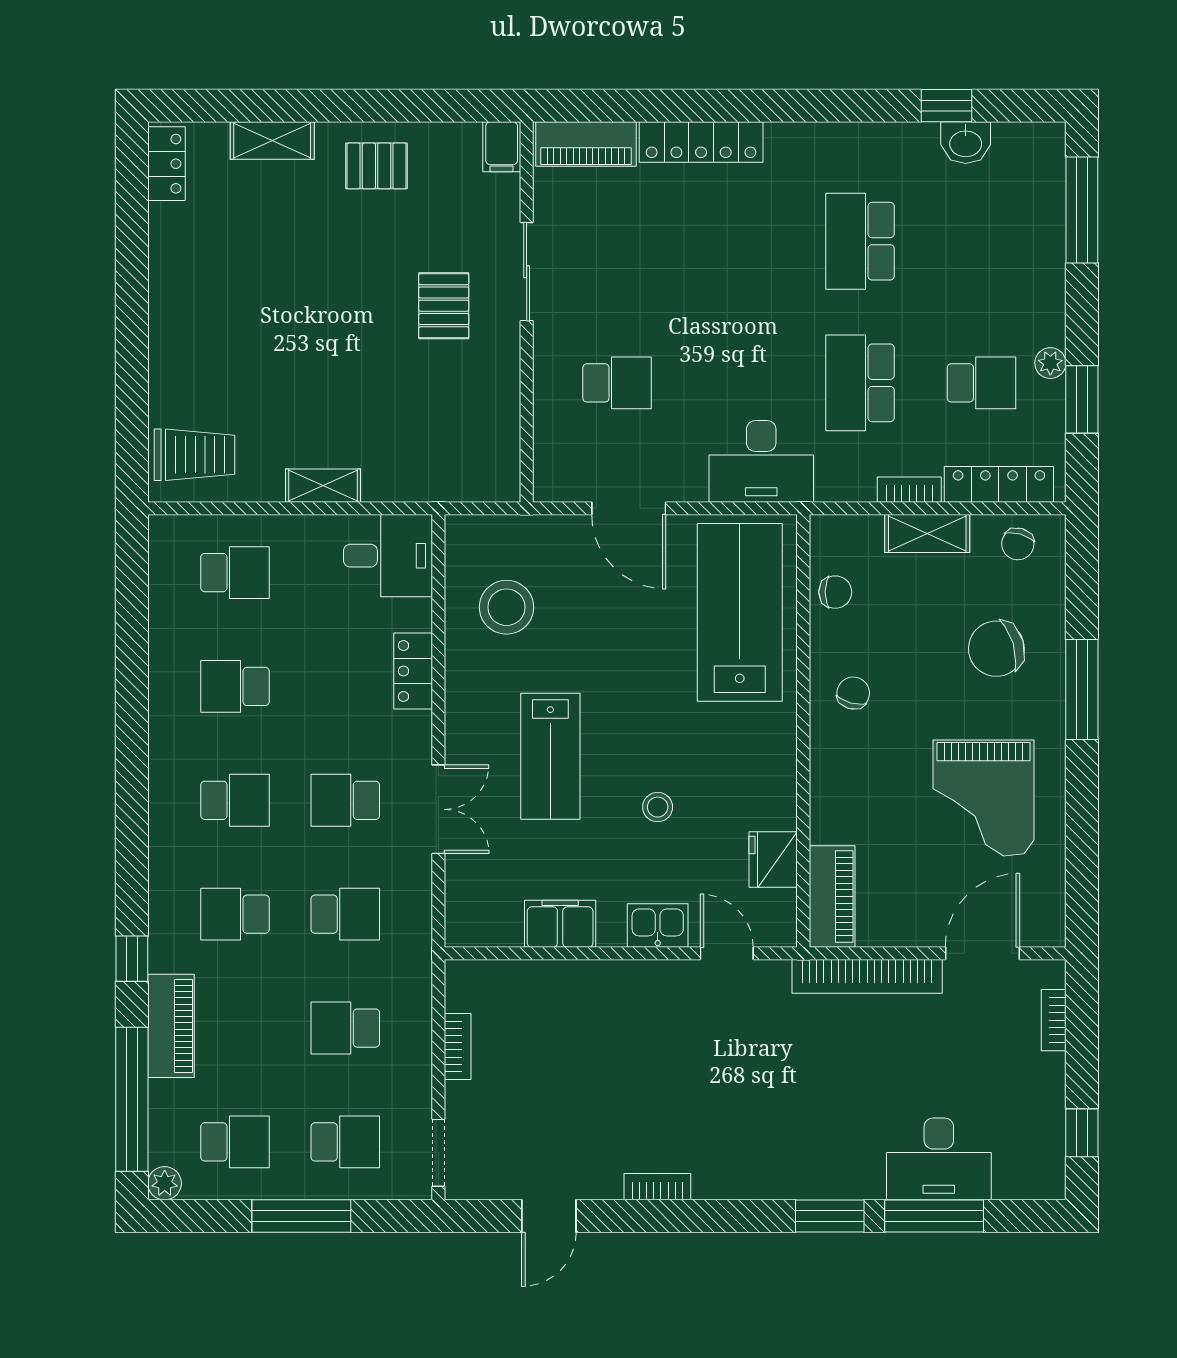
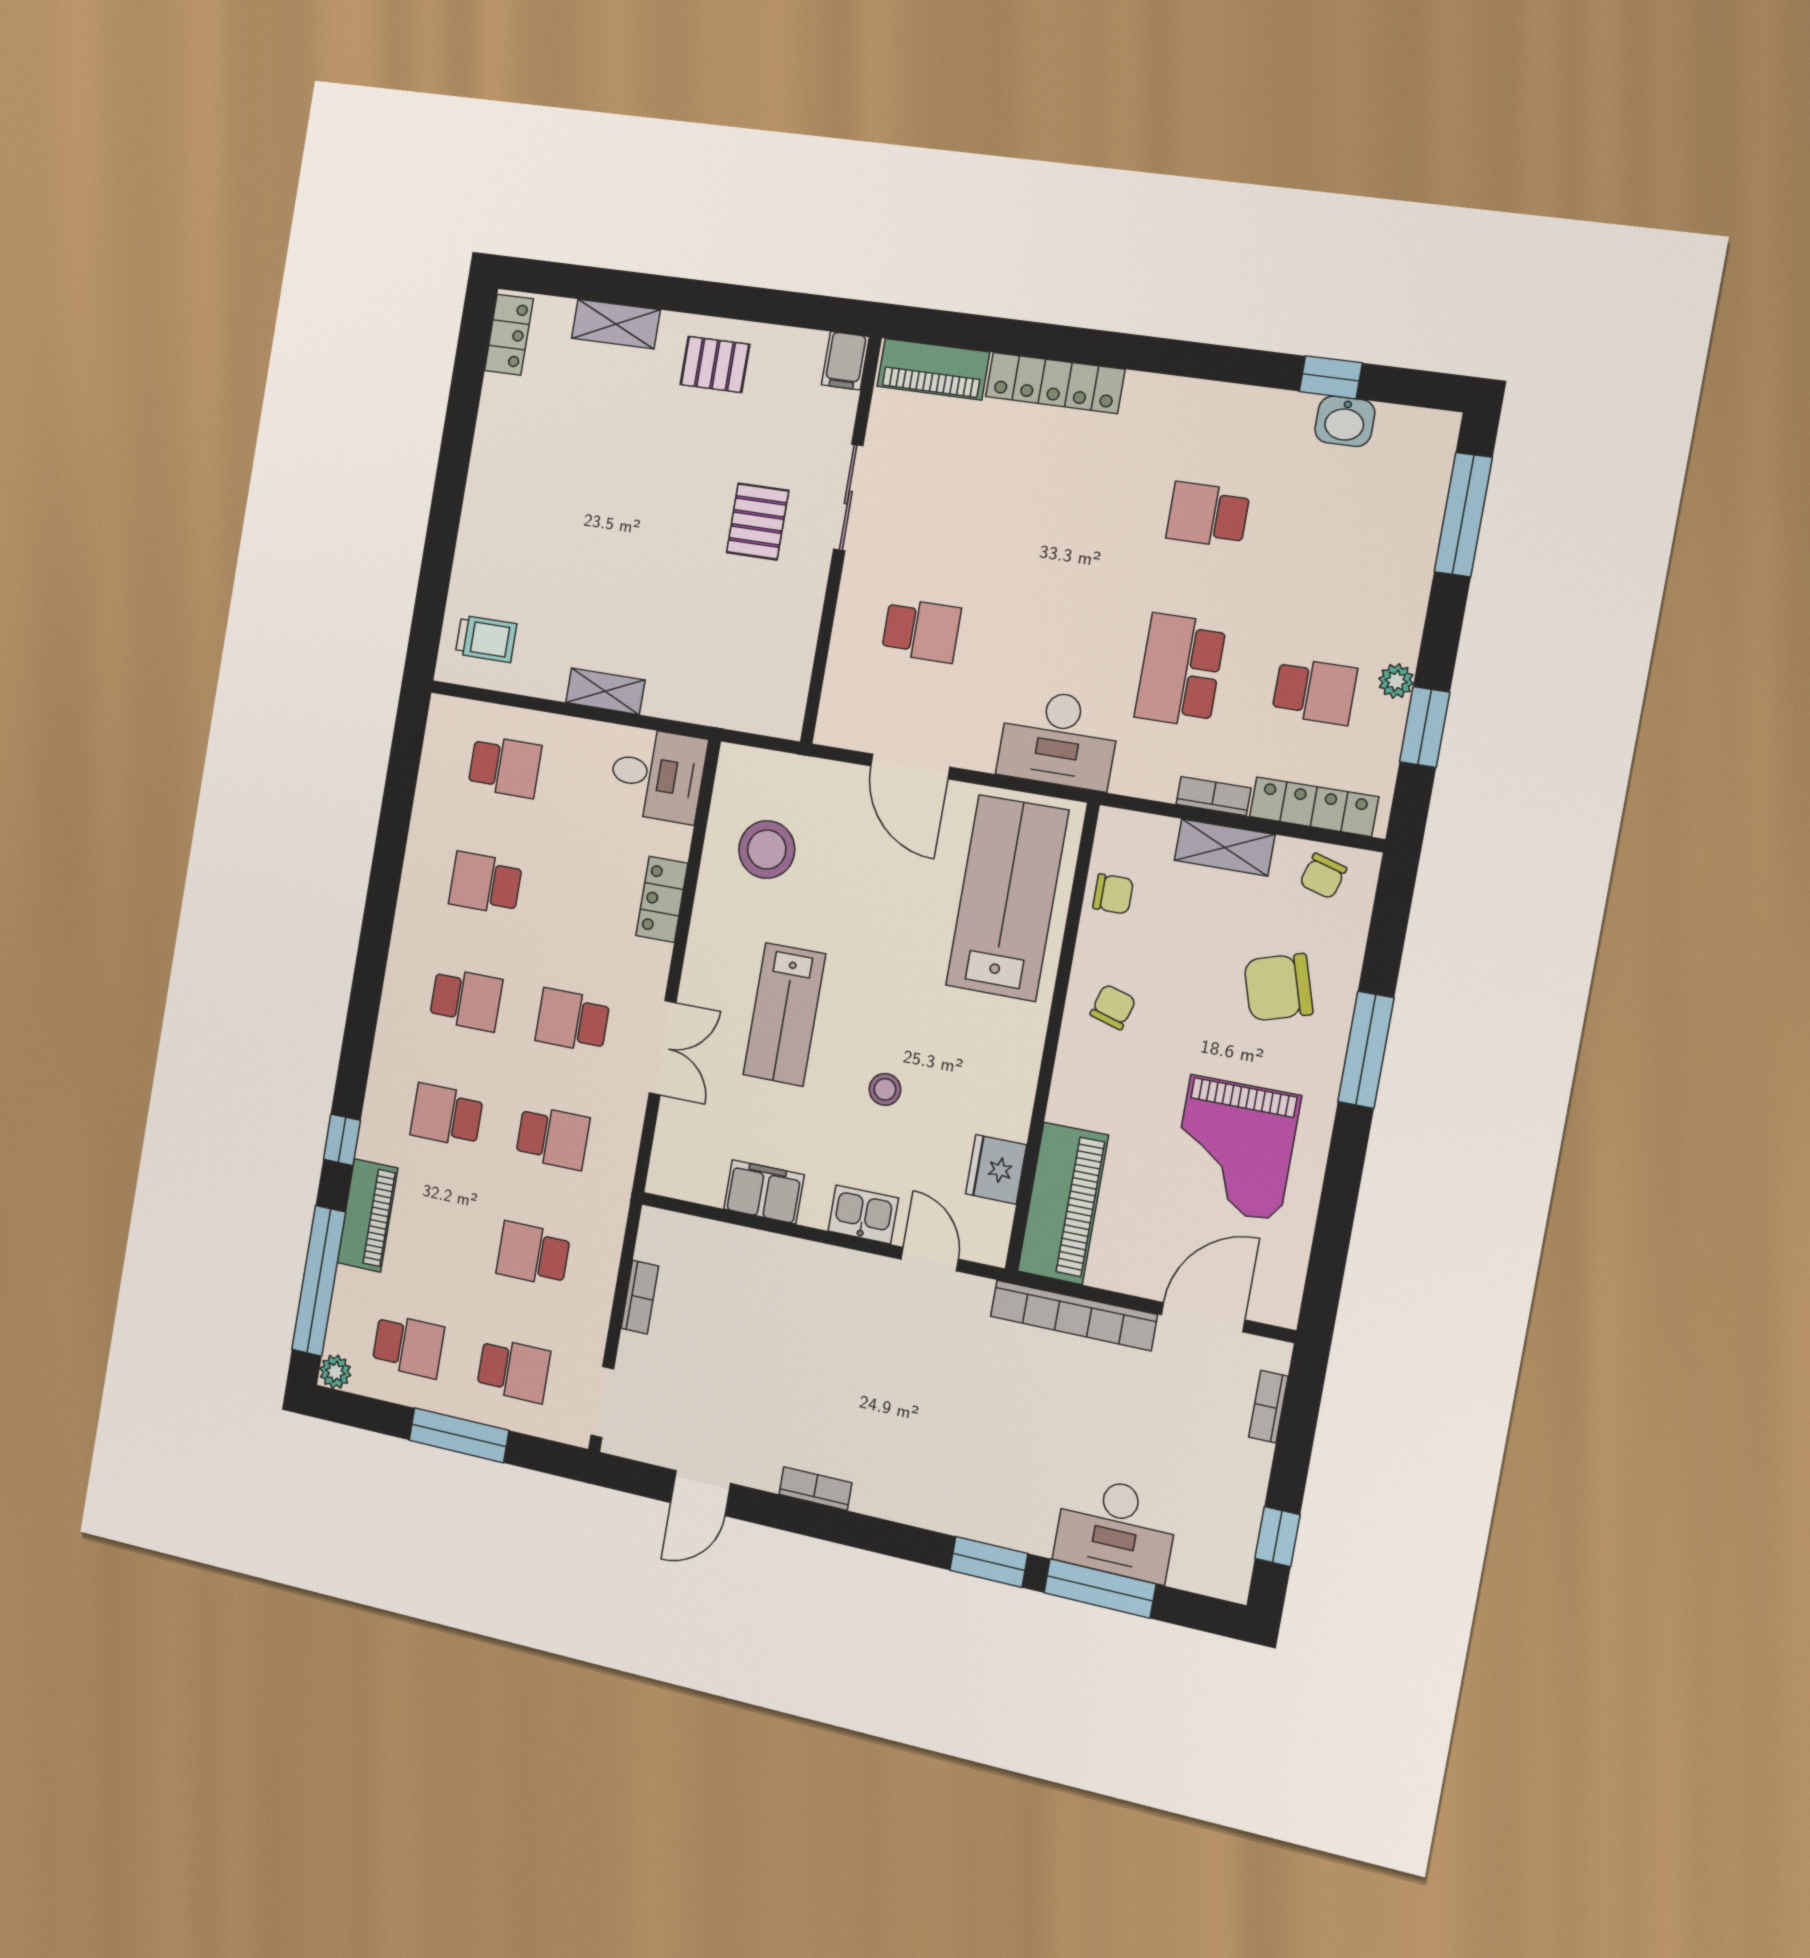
school desk: (860, 241) -> (1208, 515), width x0.54
trolley: (195, 455) -> (486, 639), width x0.73, depth x0.72
piano: (832, 896) -> (1063, 1203), width x1.37, depth x1.33

